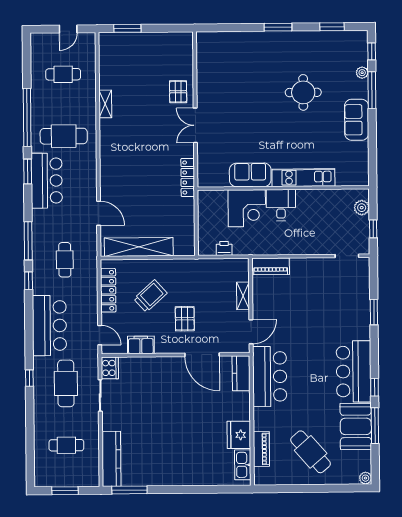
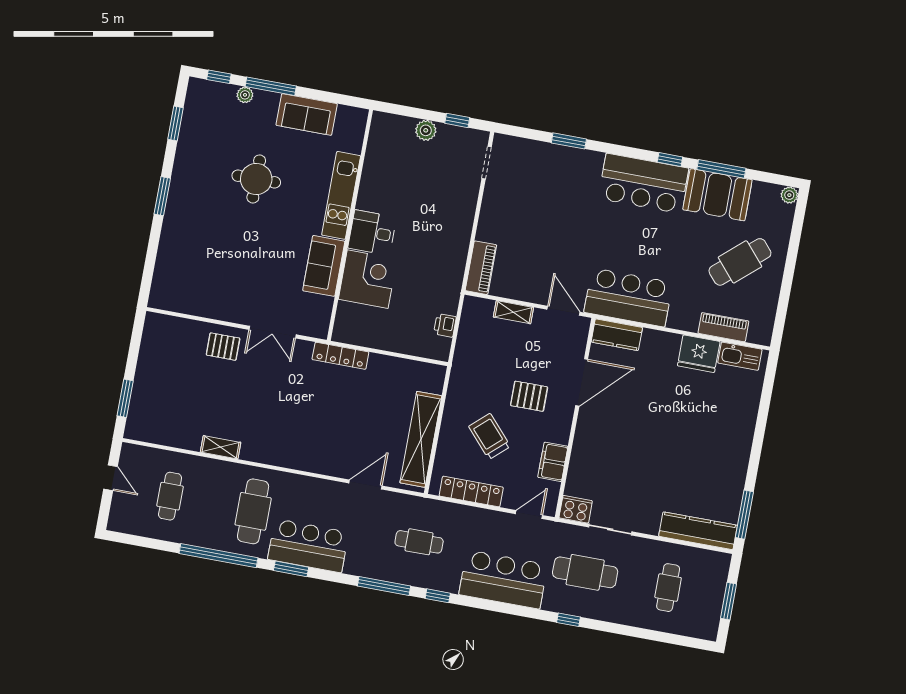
sofa: (250, 175) -> (324, 266), moved
kitchen unit: (303, 178) -> (341, 195), moved
wall: (283, 188) -> (350, 225), moved
desk: (281, 205) -> (372, 233), moved
corner desk: (247, 208) -> (368, 279), moved

